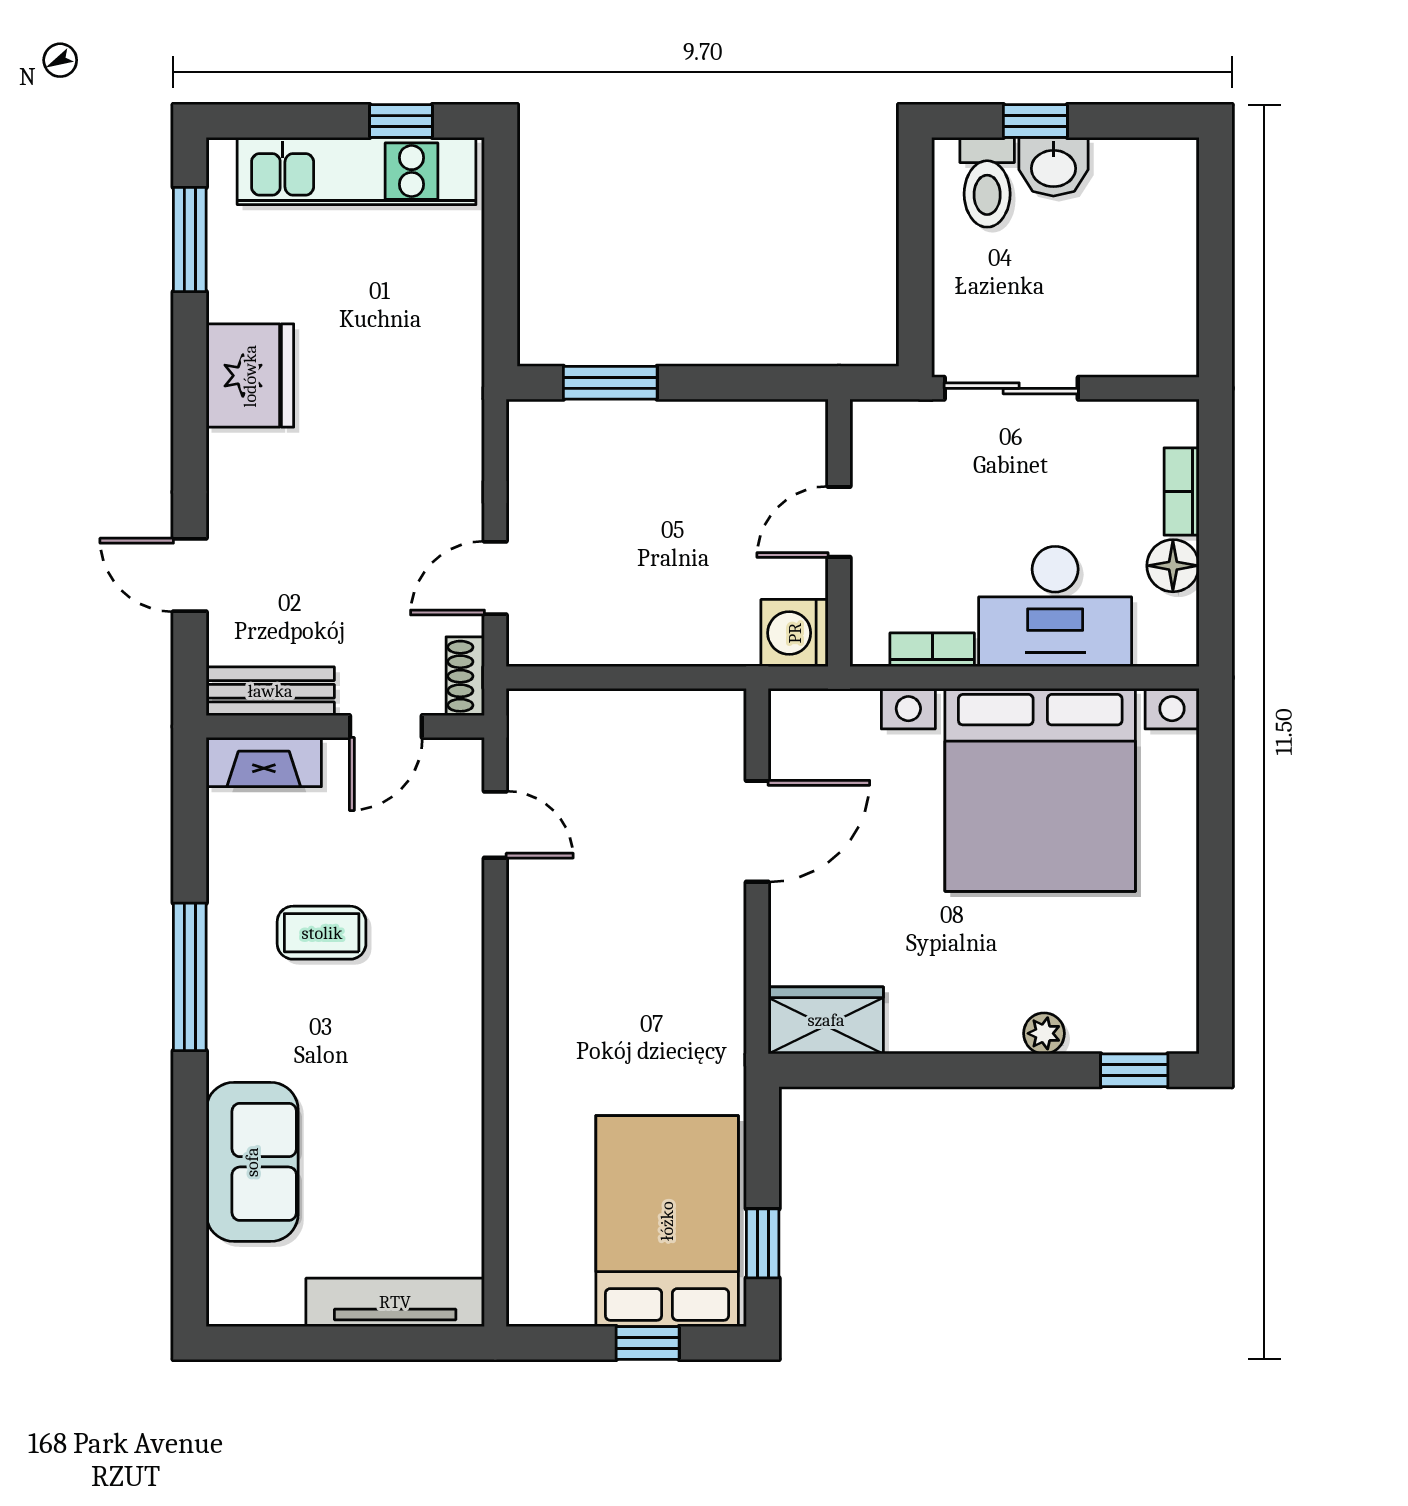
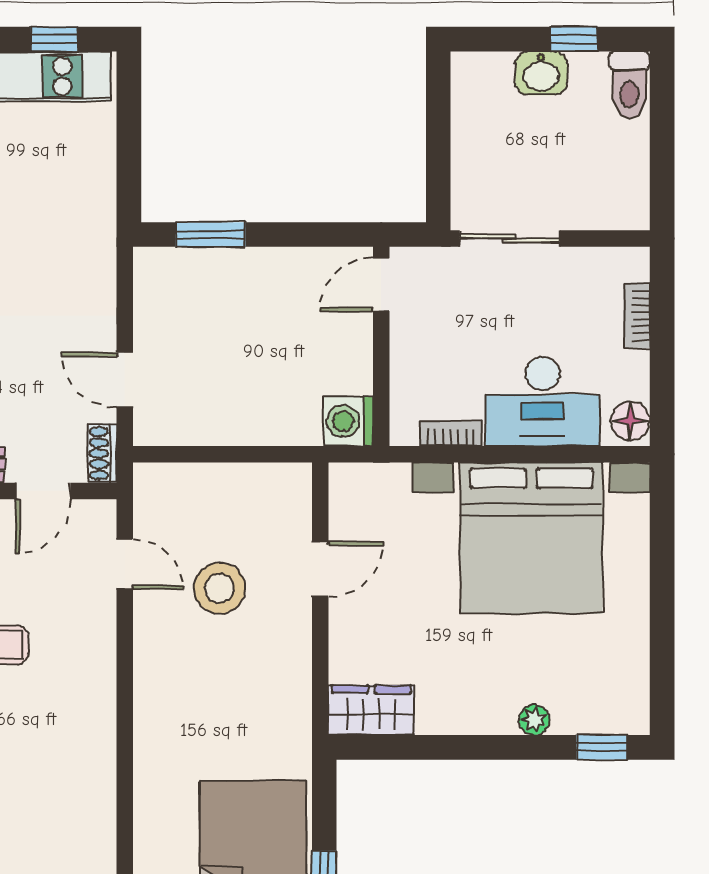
window: (1035, 121) -> (574, 39), moved
toilet: (987, 182) -> (630, 85), moved
door: (839, 522) -> (381, 285), moved
floor lamp: (1173, 566) -> (630, 421), moved
door: (495, 578) -> (125, 380), hinge flipped
door: (757, 831) -> (320, 569), width x0.73
stool: (622, 857) -> (219, 588), added

